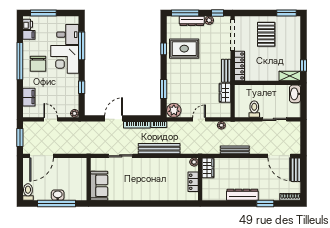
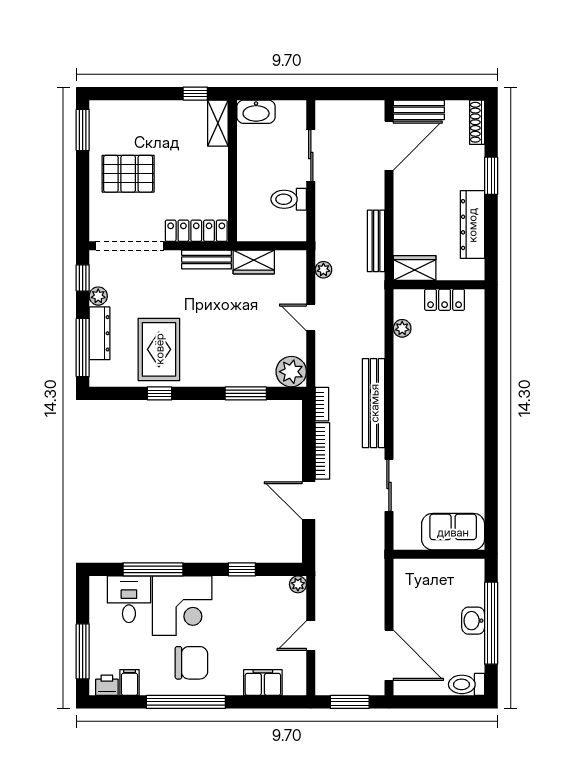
wardrobe: (208, 168) -> (415, 268), moved
wall: (200, 179) -> (439, 285), moved
locker: (193, 182) -> (445, 300), moved

